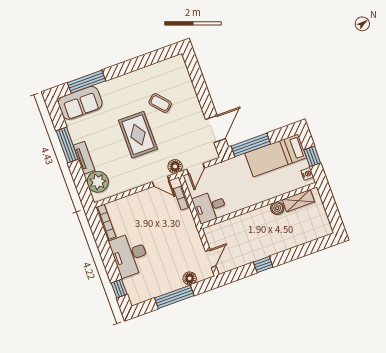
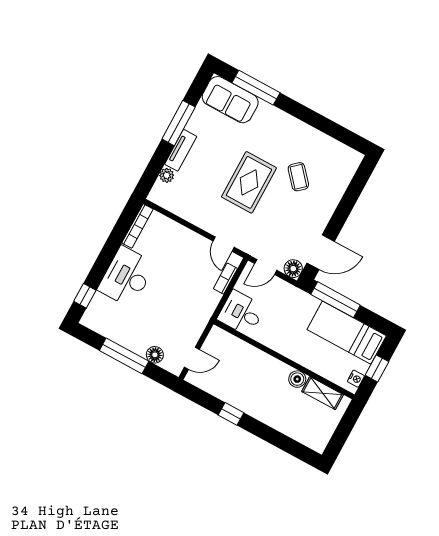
floor lamp: (175, 166) -> (293, 269), moved
plant: (98, 182) -> (167, 175), width x0.53, depth x0.53

